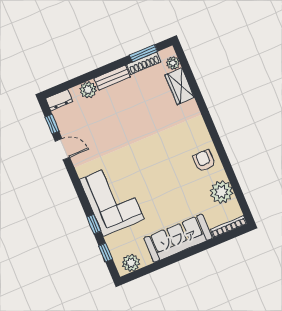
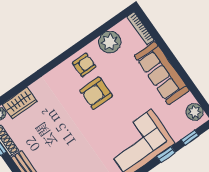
armchair: (204, 161) -> (84, 65), turned 180
armchair: (172, 167) -> (96, 93), added

